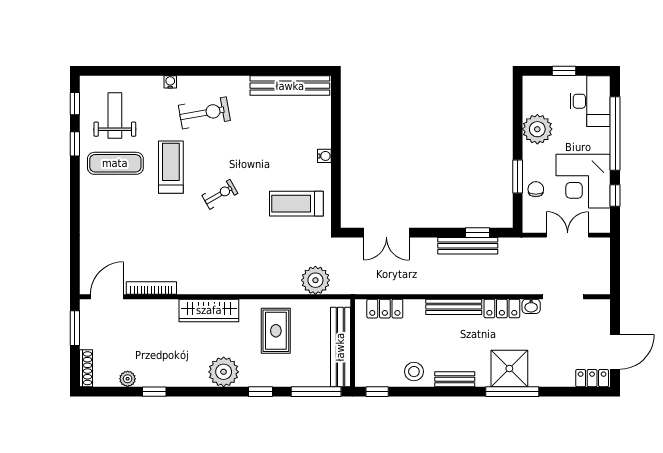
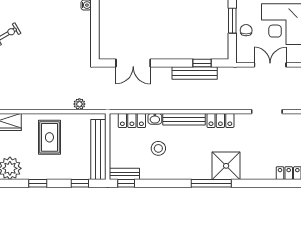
treadmill: (296, 204) -> (65, 41), removed
plant: (315, 280) -> (79, 104), width x0.53, depth x0.53
washbasin: (531, 306) -> (155, 119), moved
stool: (414, 372) -> (158, 148), moved
bench: (455, 379) -> (124, 174), moved
window: (316, 392) -> (80, 183), width x0.46
window: (512, 392) -> (211, 183), moved

